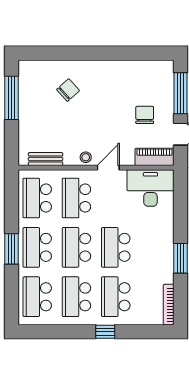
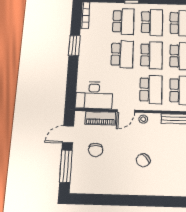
chair: (68, 90) -> (143, 160), moved
piano: (154, 157) -> (100, 118), moved

